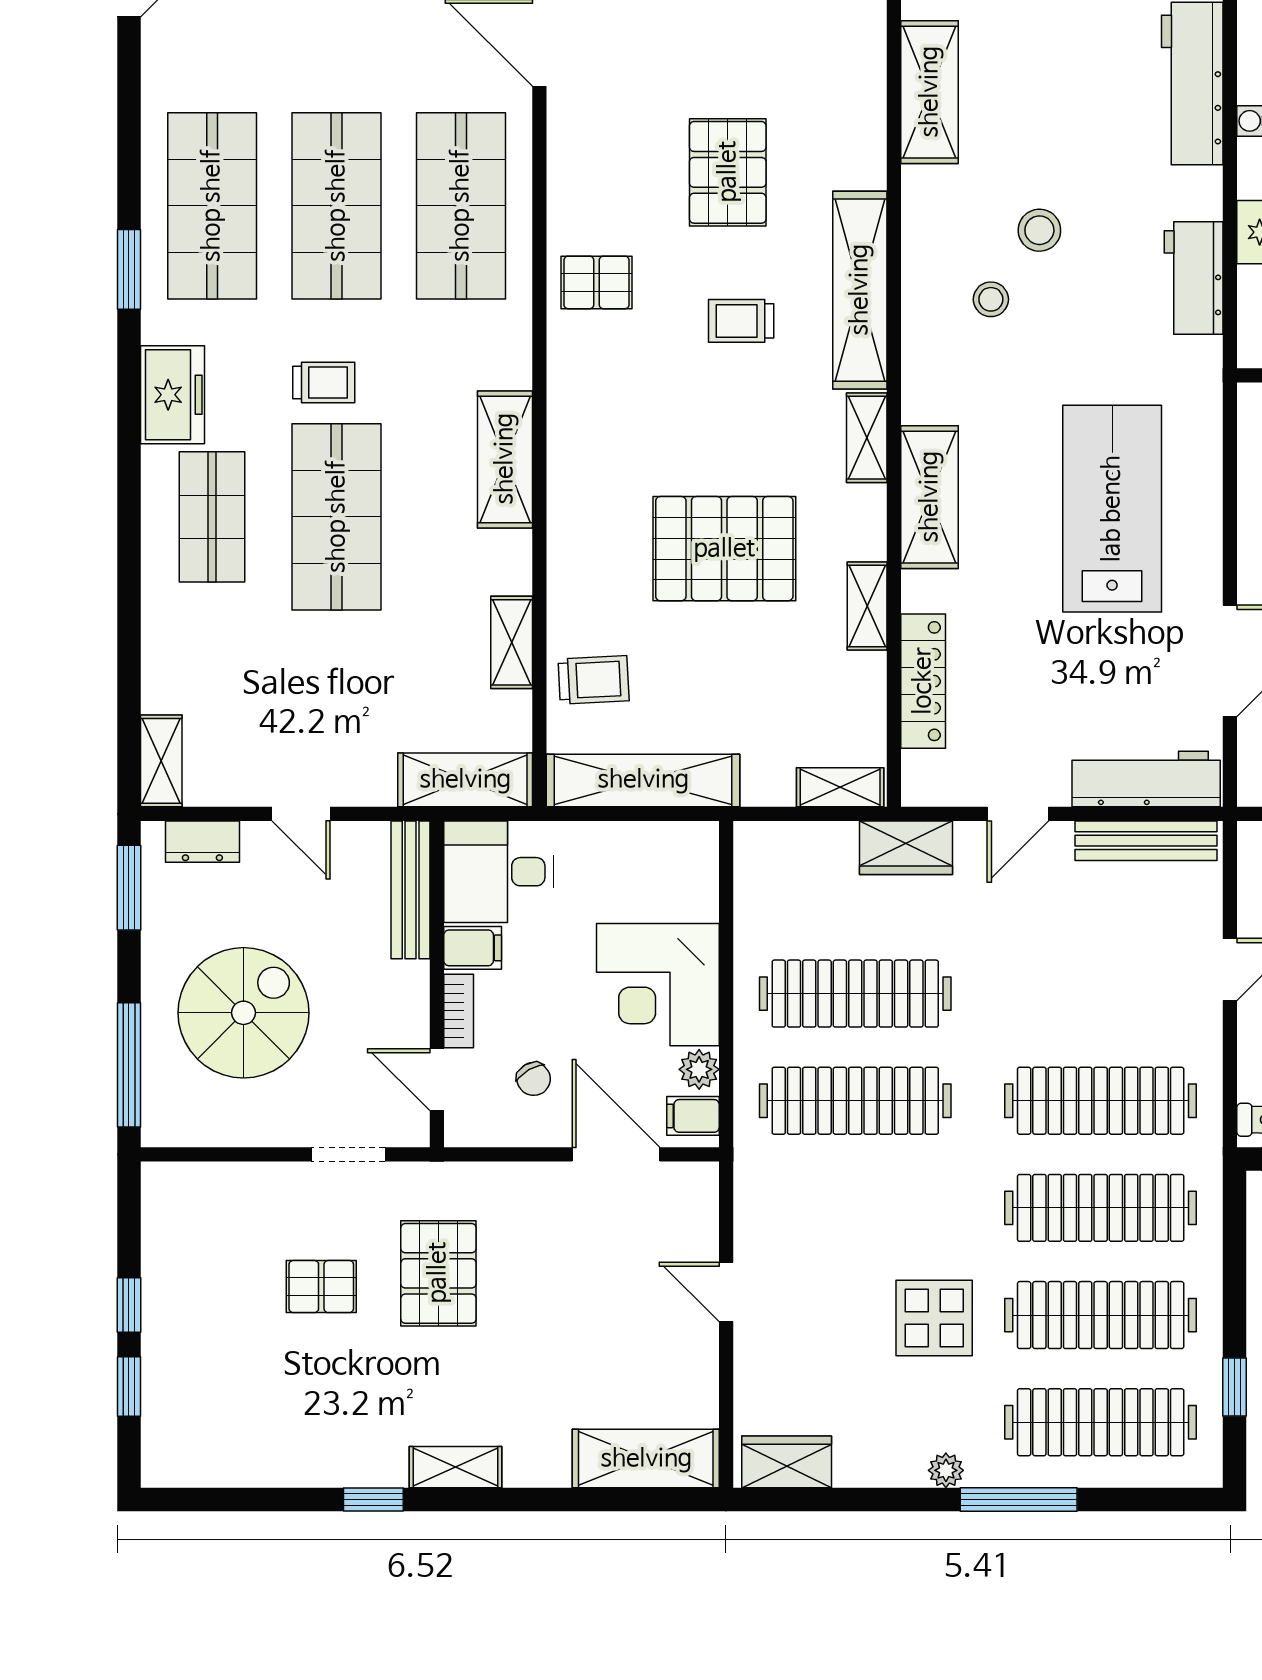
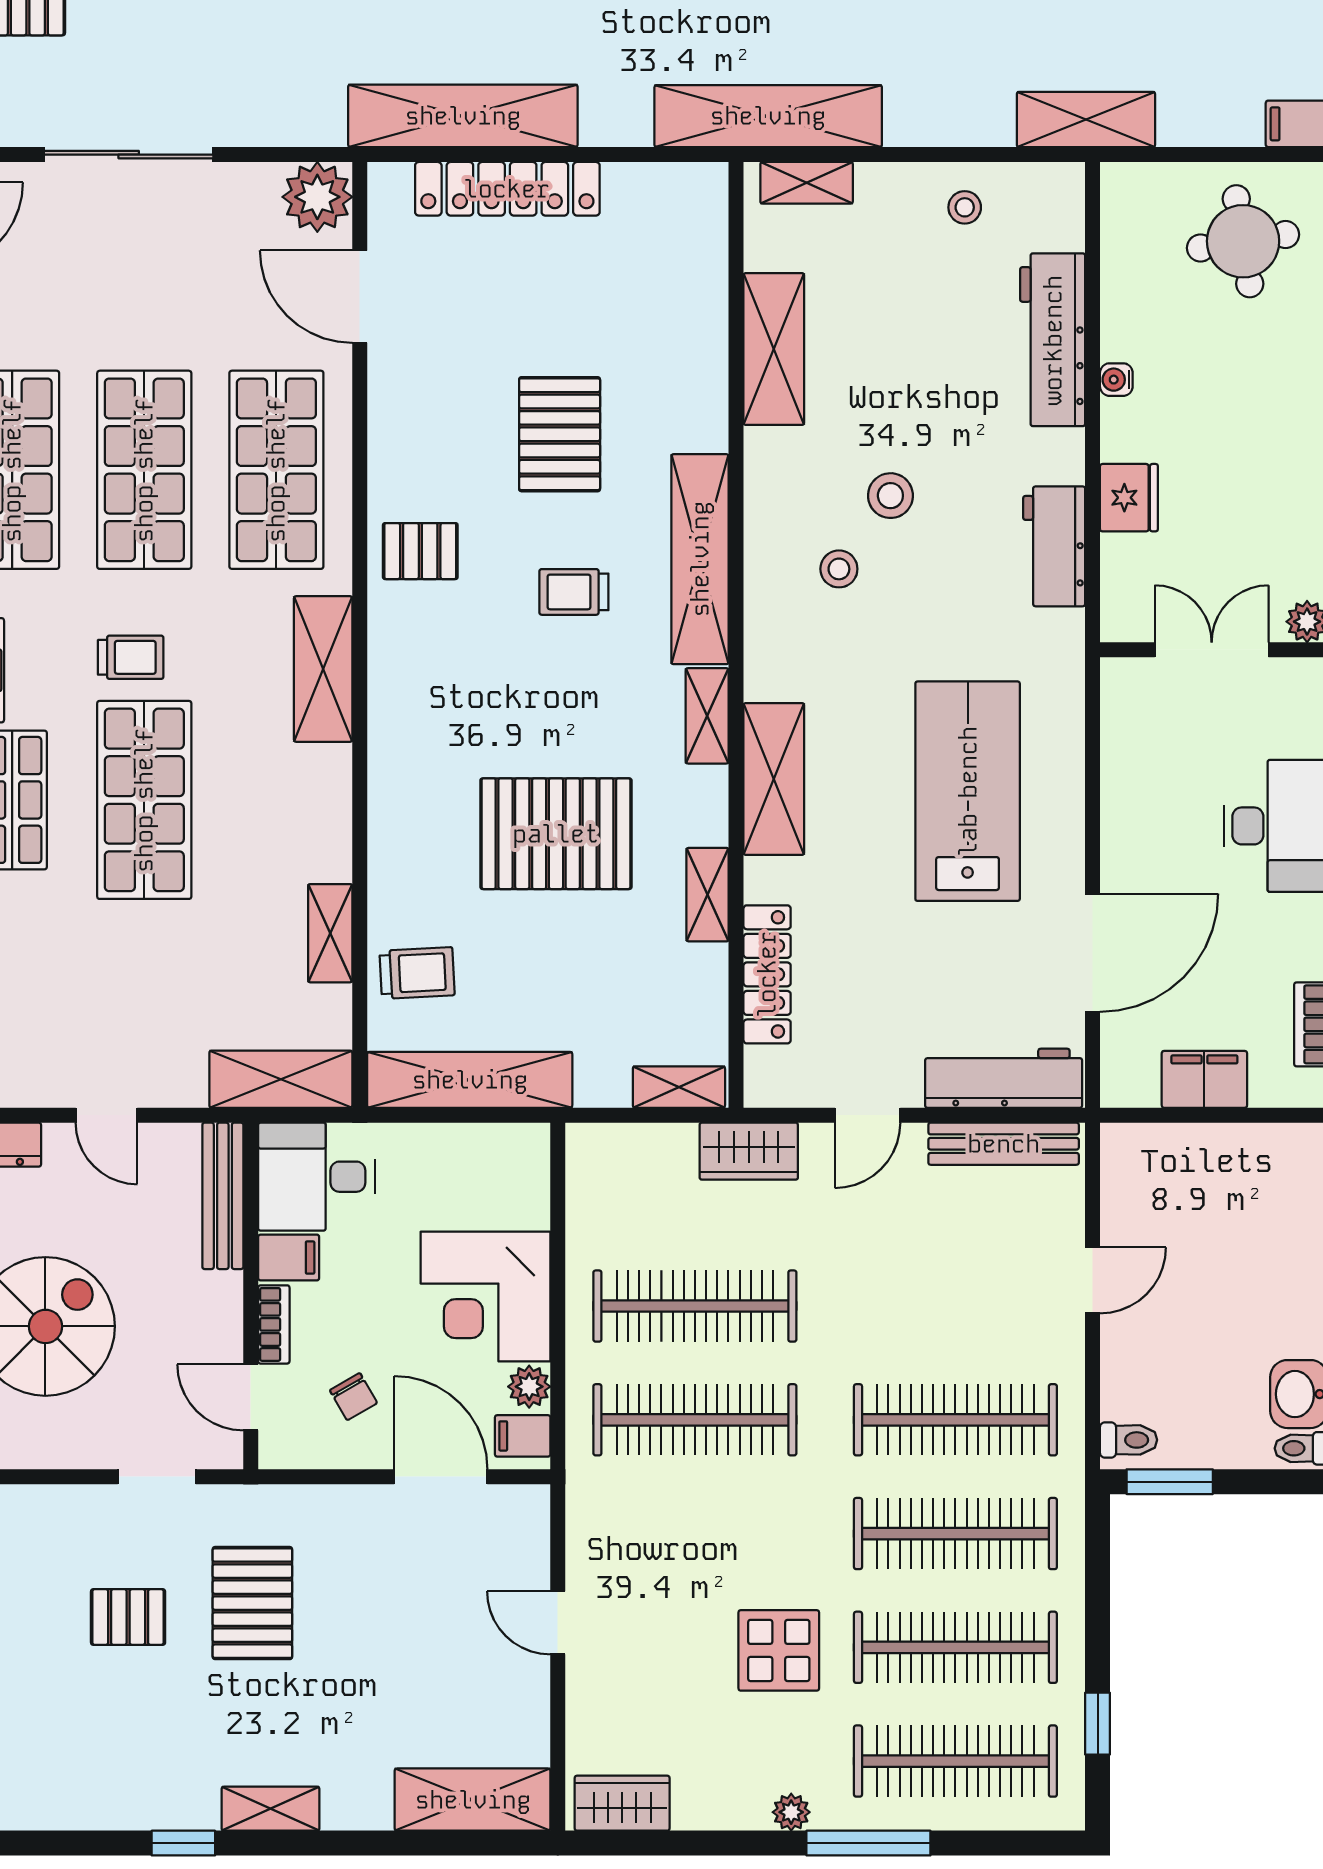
shelving: (505, 459) -> (323, 669), moved

